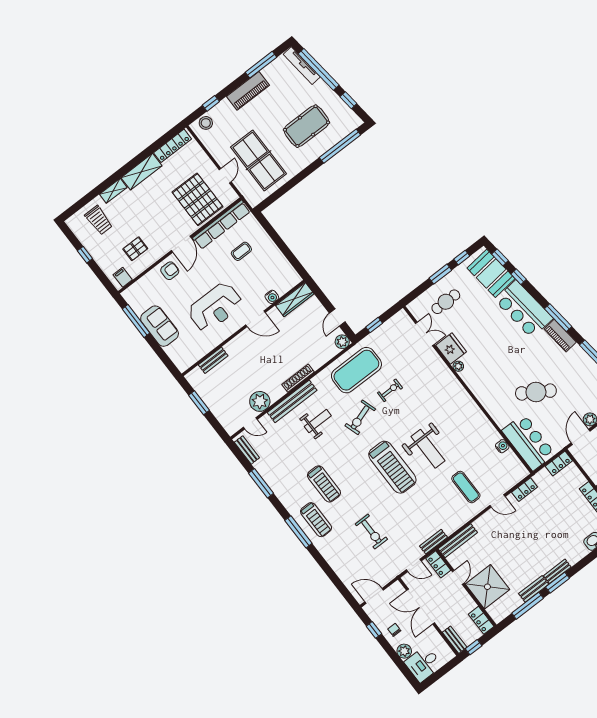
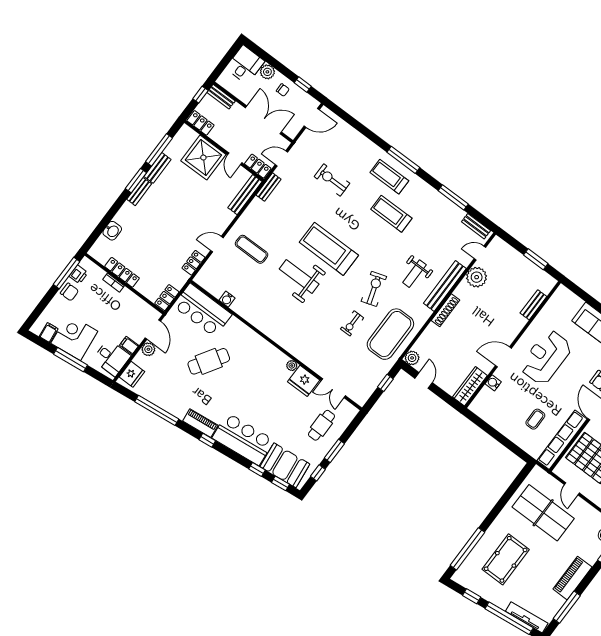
window: (558, 318) -> (207, 440), width x0.46

